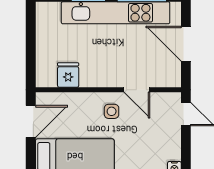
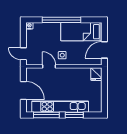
fridge: (68, 75) -> (96, 74), moved

